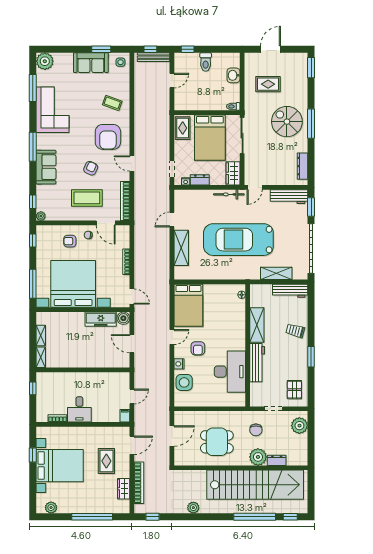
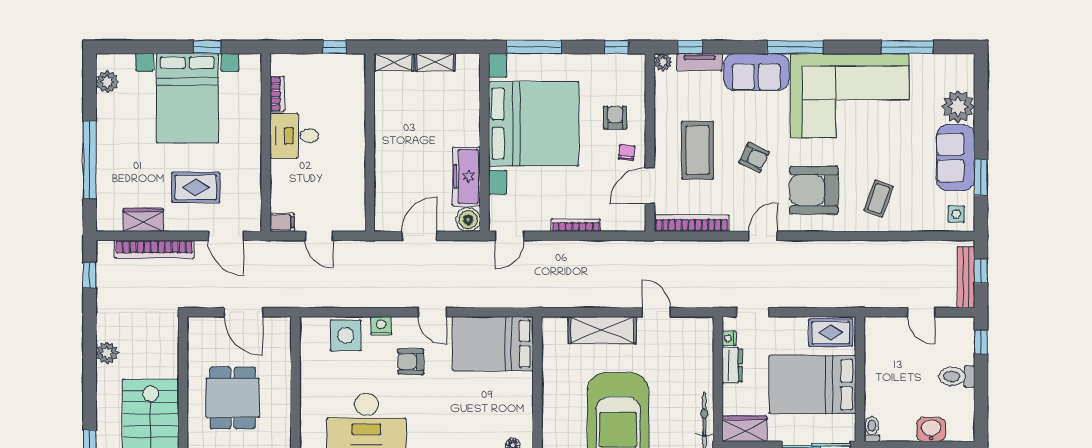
plant: (45, 61) -> (958, 106), moved
corner sofa: (52, 110) -> (850, 96), width x1.36, depth x1.36
tv unit: (41, 197) -> (699, 62), added

